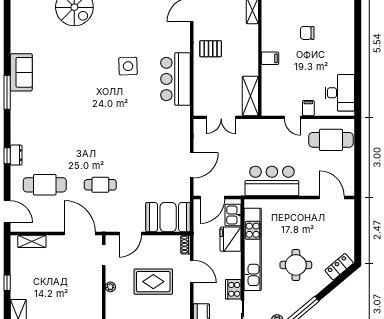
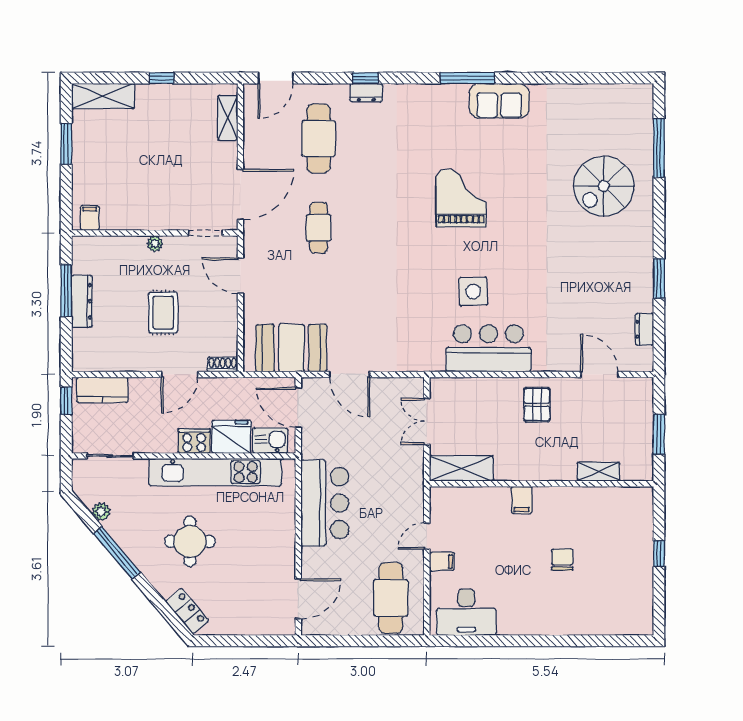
side table: (128, 66) -> (473, 291), moved
grand piano: (82, 96) -> (461, 198), added
booth: (168, 217) -> (291, 348), moved, turned 90
rug: (153, 282) -> (163, 313), width x0.73, depth x0.70
cooker: (233, 289) -> (194, 441), moved

